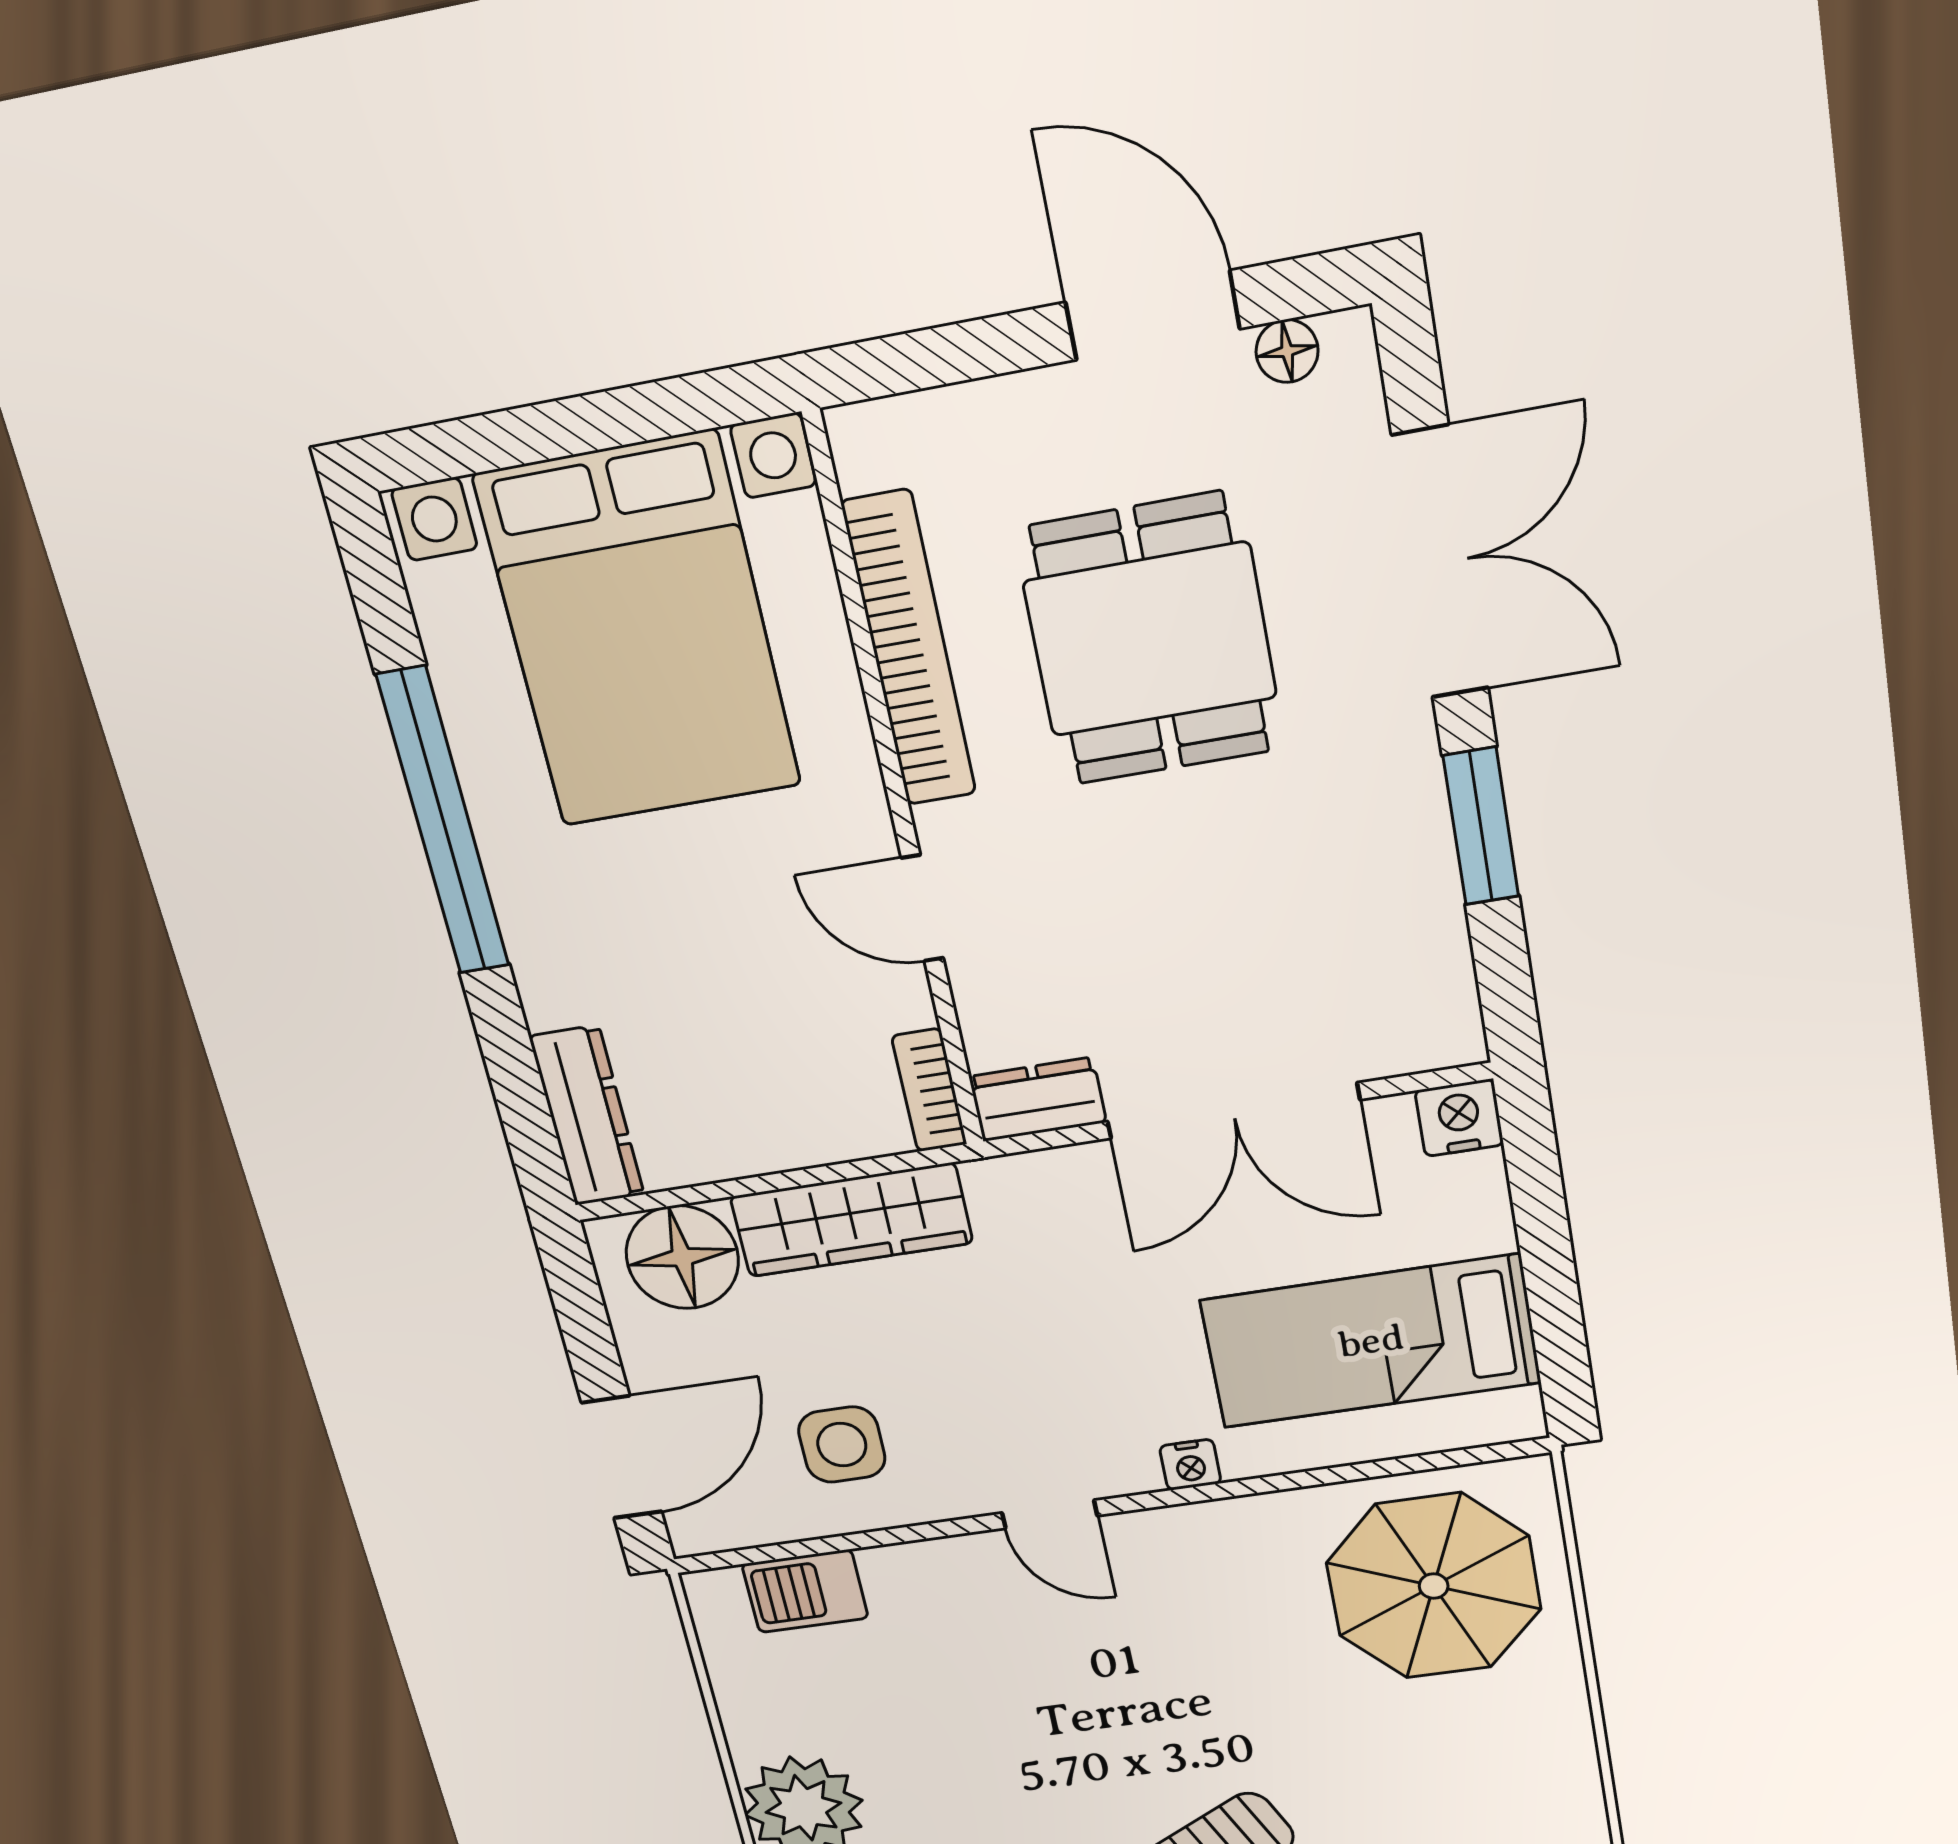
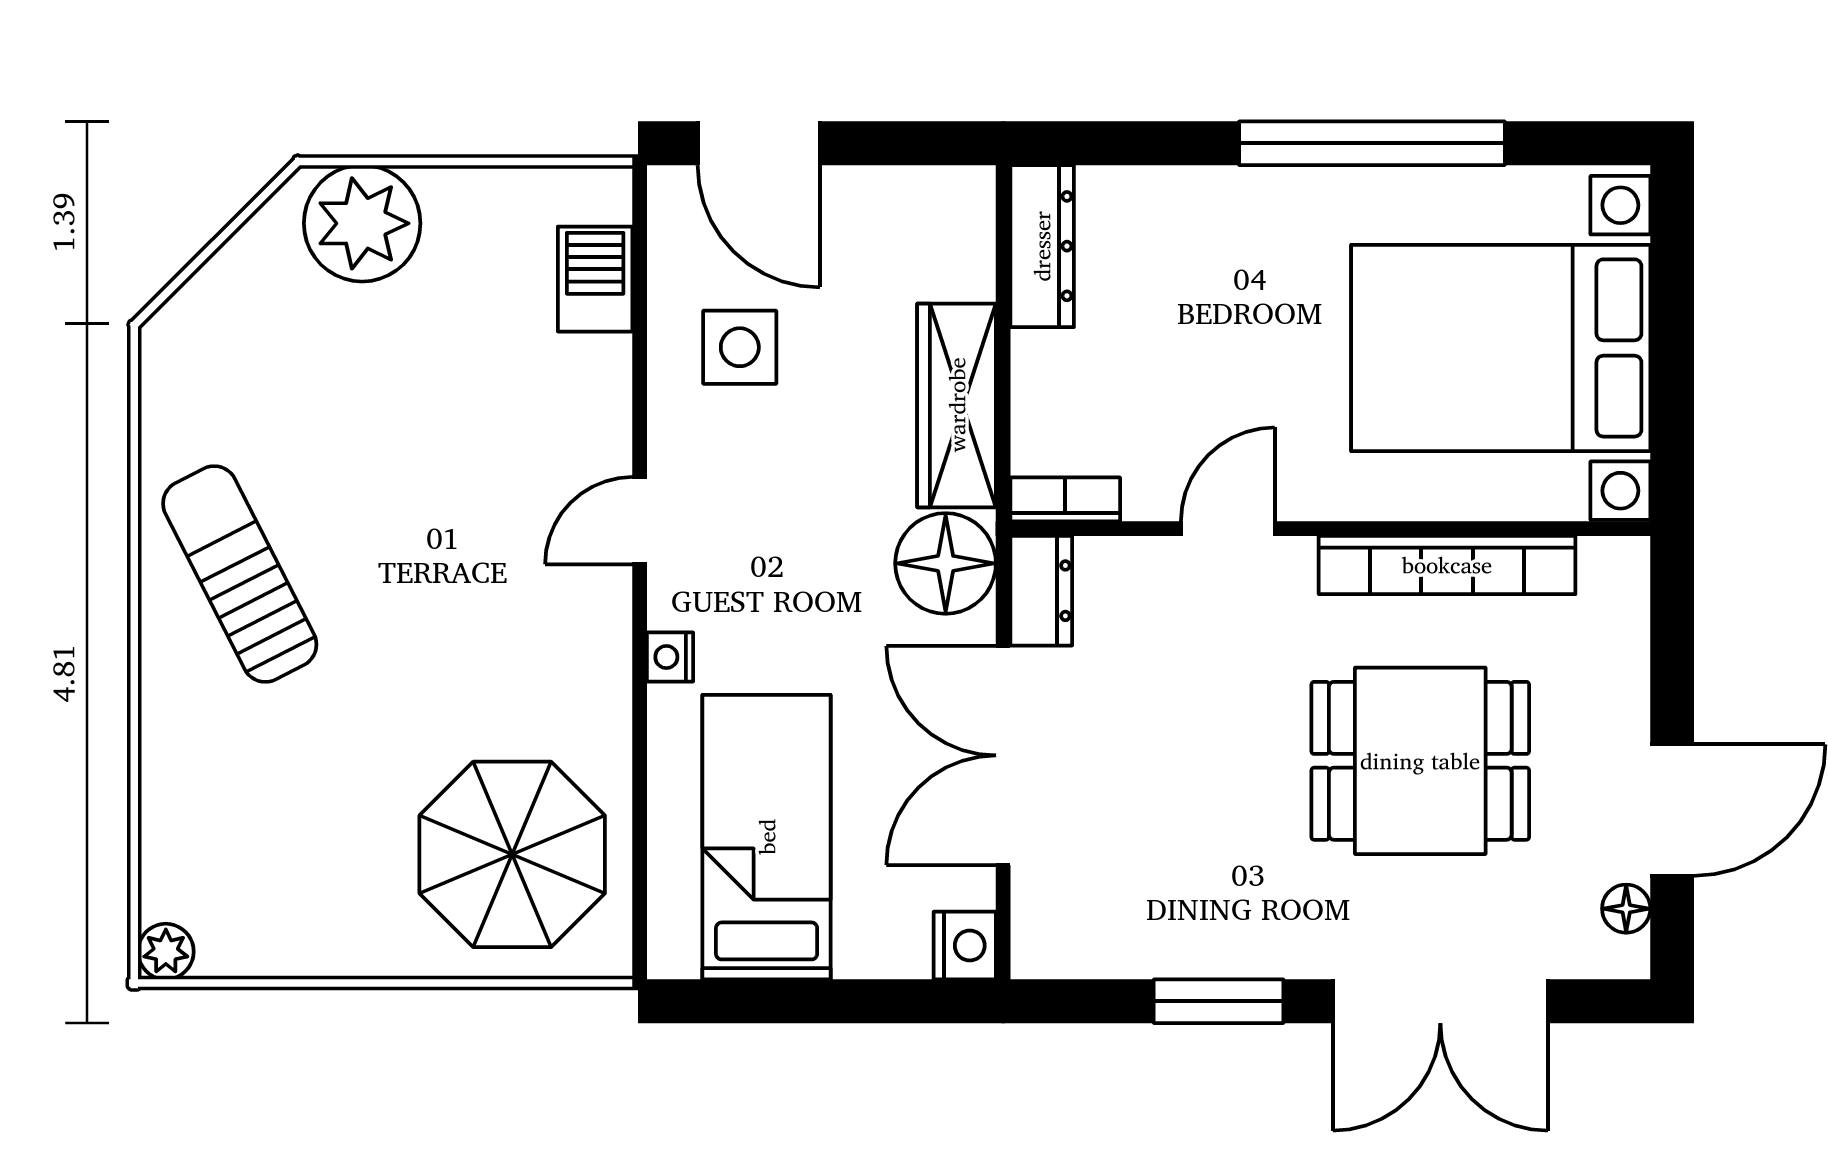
dresser: (587, 1116) -> (1042, 246), moved, turned -90
floor lamp: (682, 1257) -> (946, 563), moved

